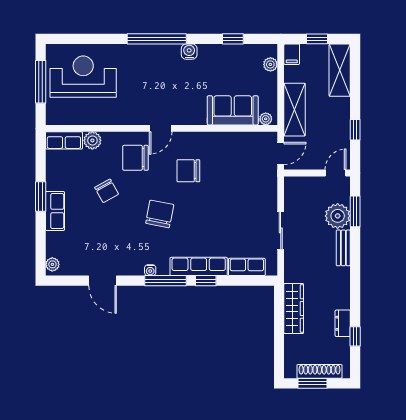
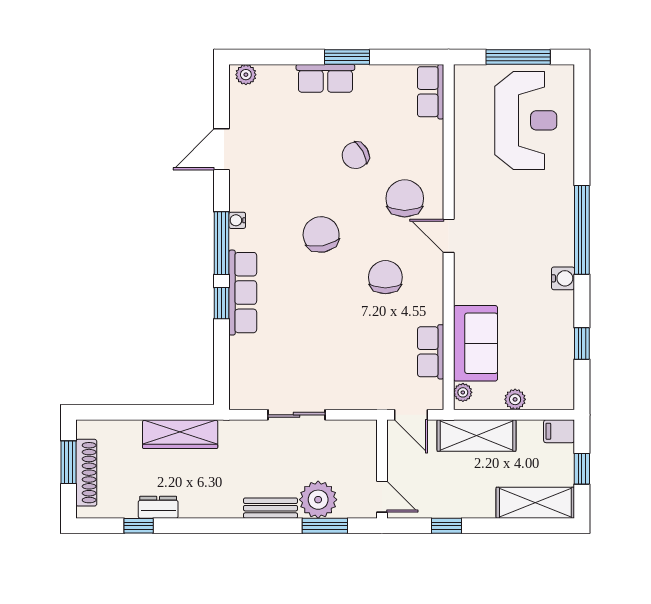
plant: (270, 64) -> (515, 399), moved
plant: (92, 140) -> (431, 134), removed
chair: (160, 214) -> (321, 234), turned -112
row of seats: (247, 267) -> (431, 352), moved, turned 180

